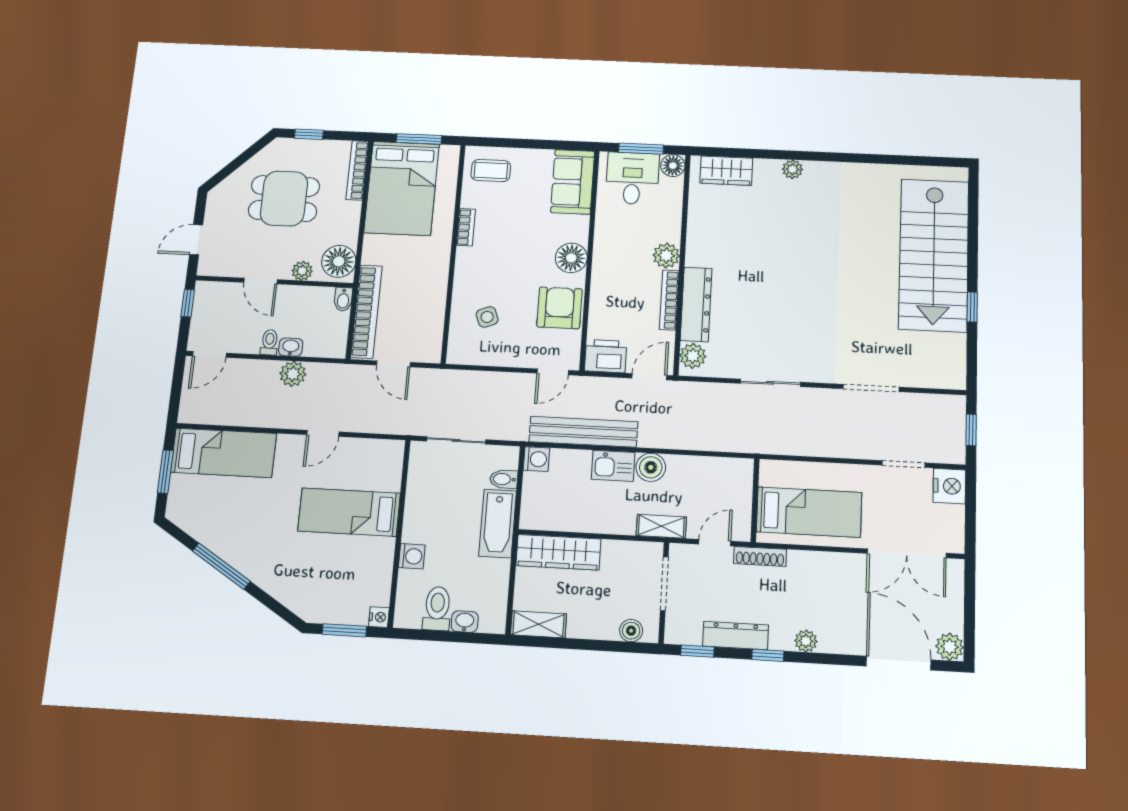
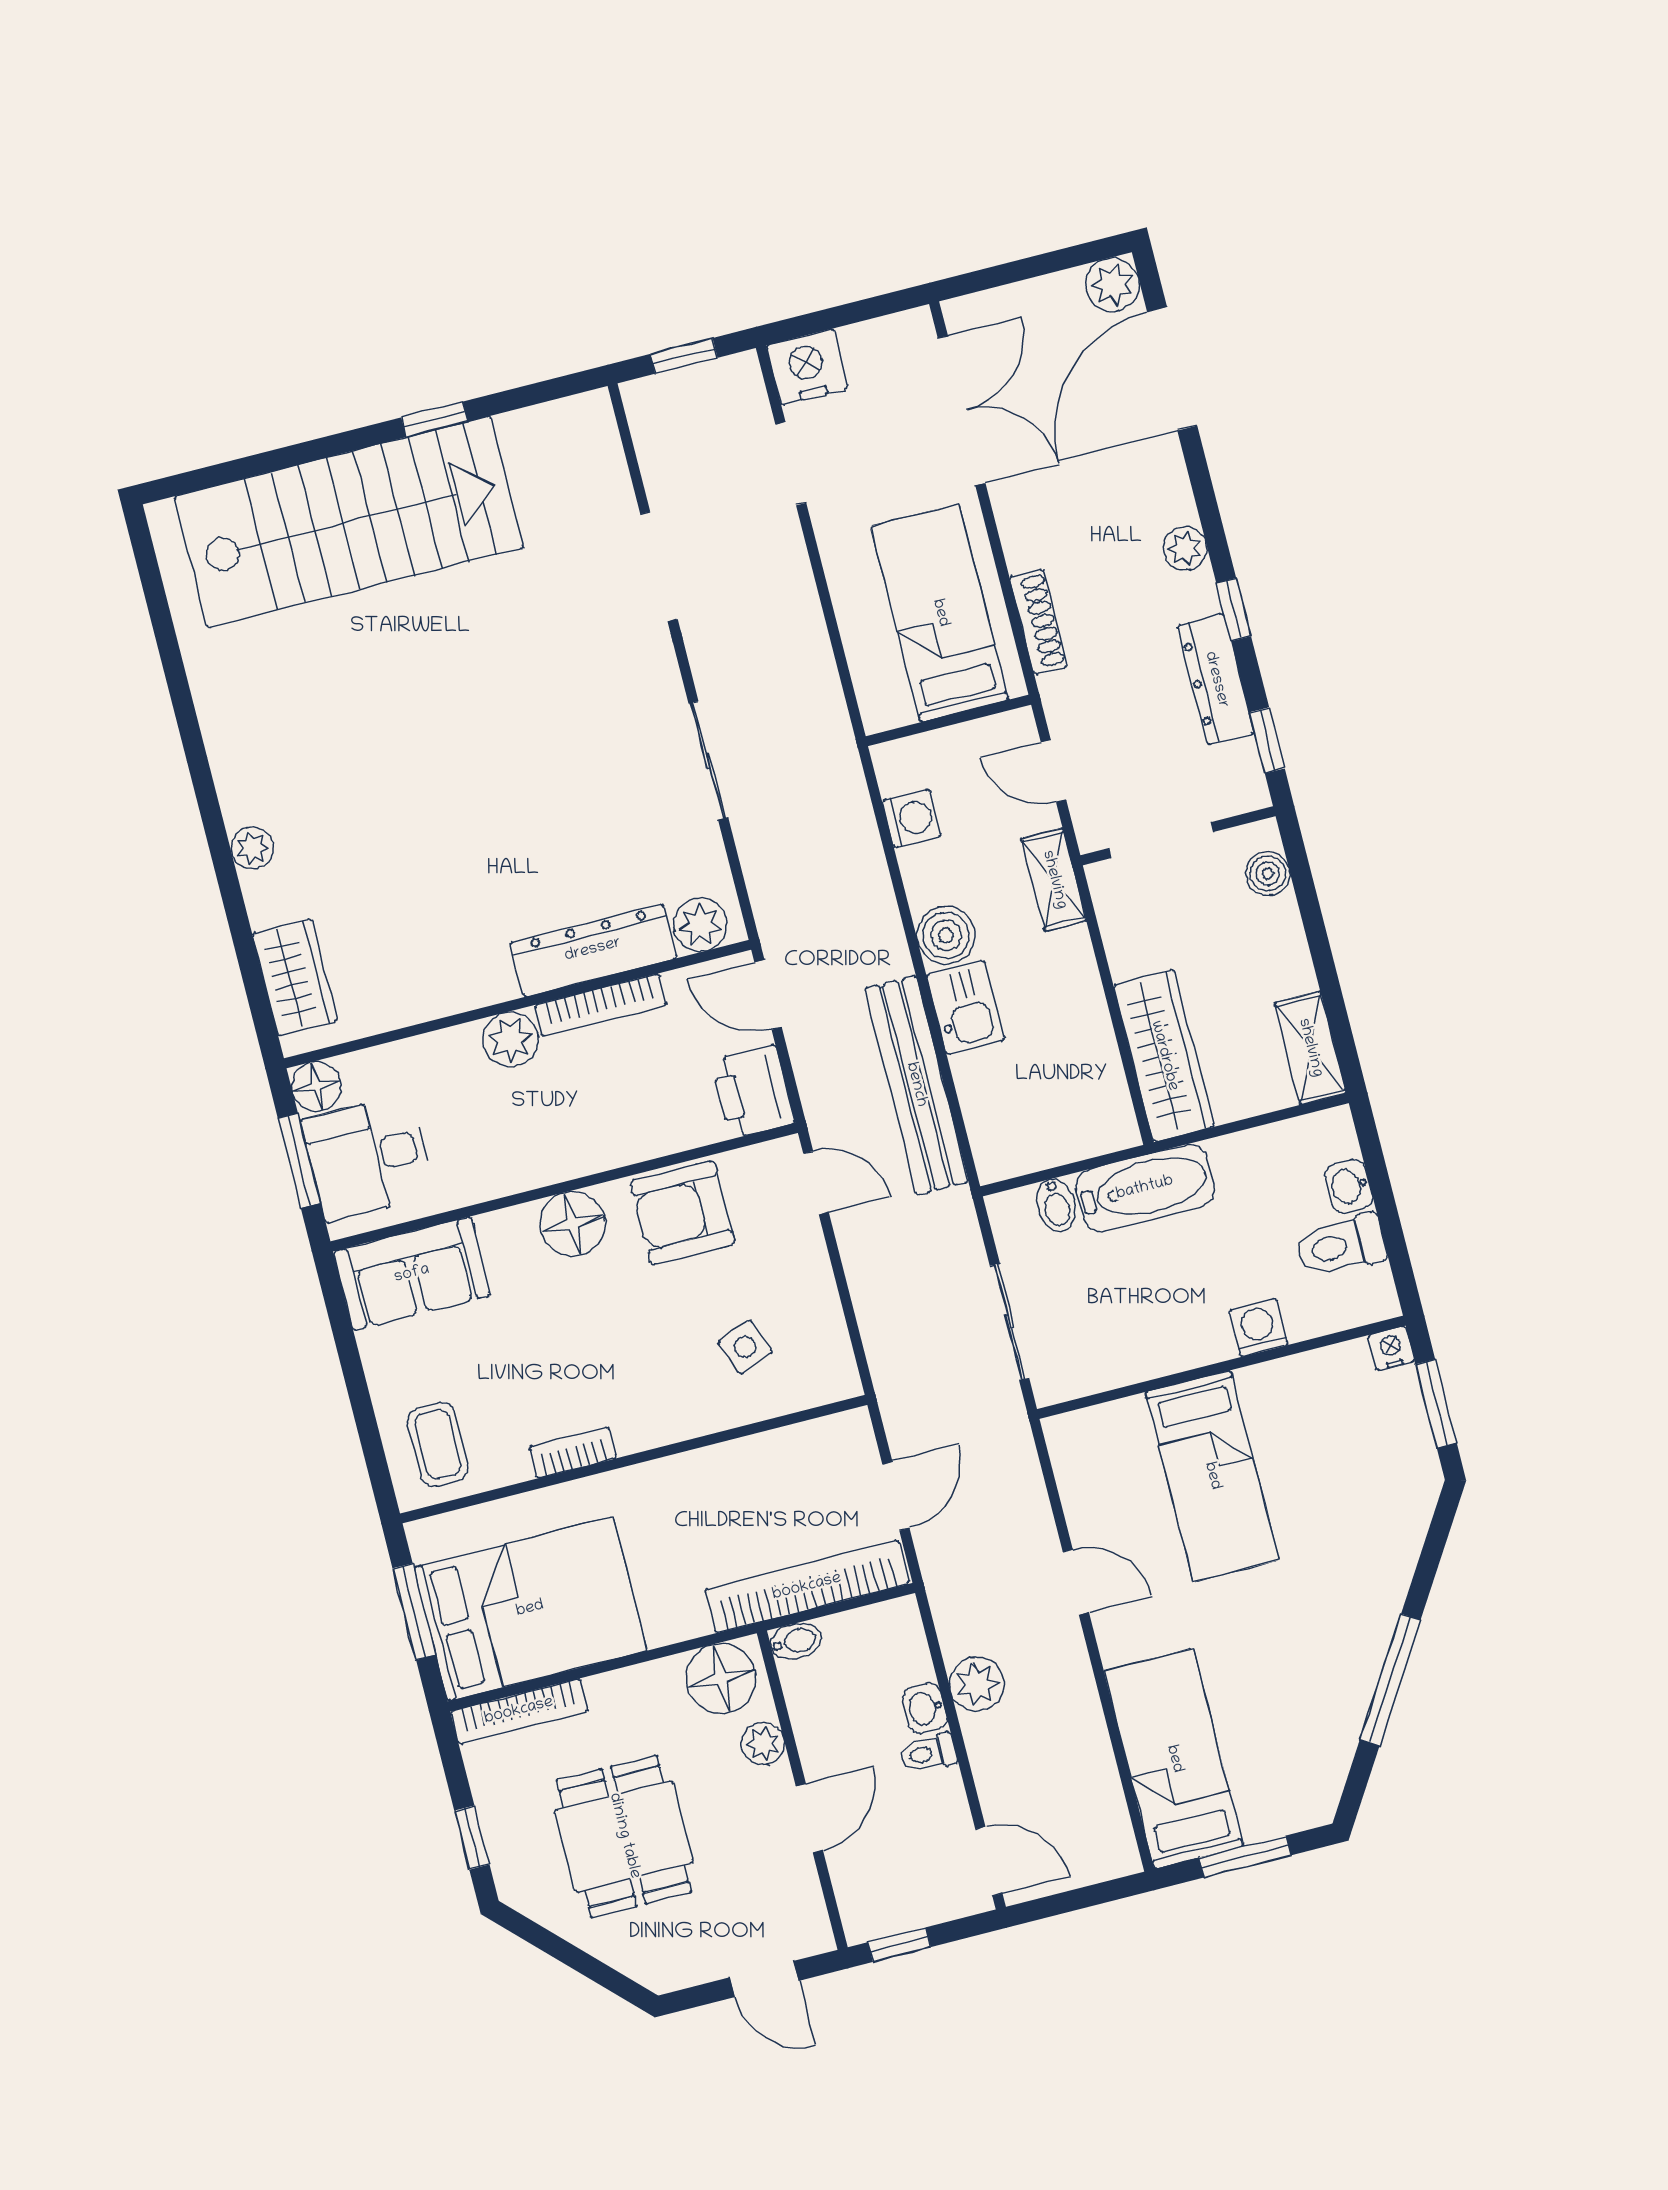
washing machine: (536, 459) -> (912, 819), moved, turned 90
shoe rack: (760, 556) -> (1038, 622), moved

